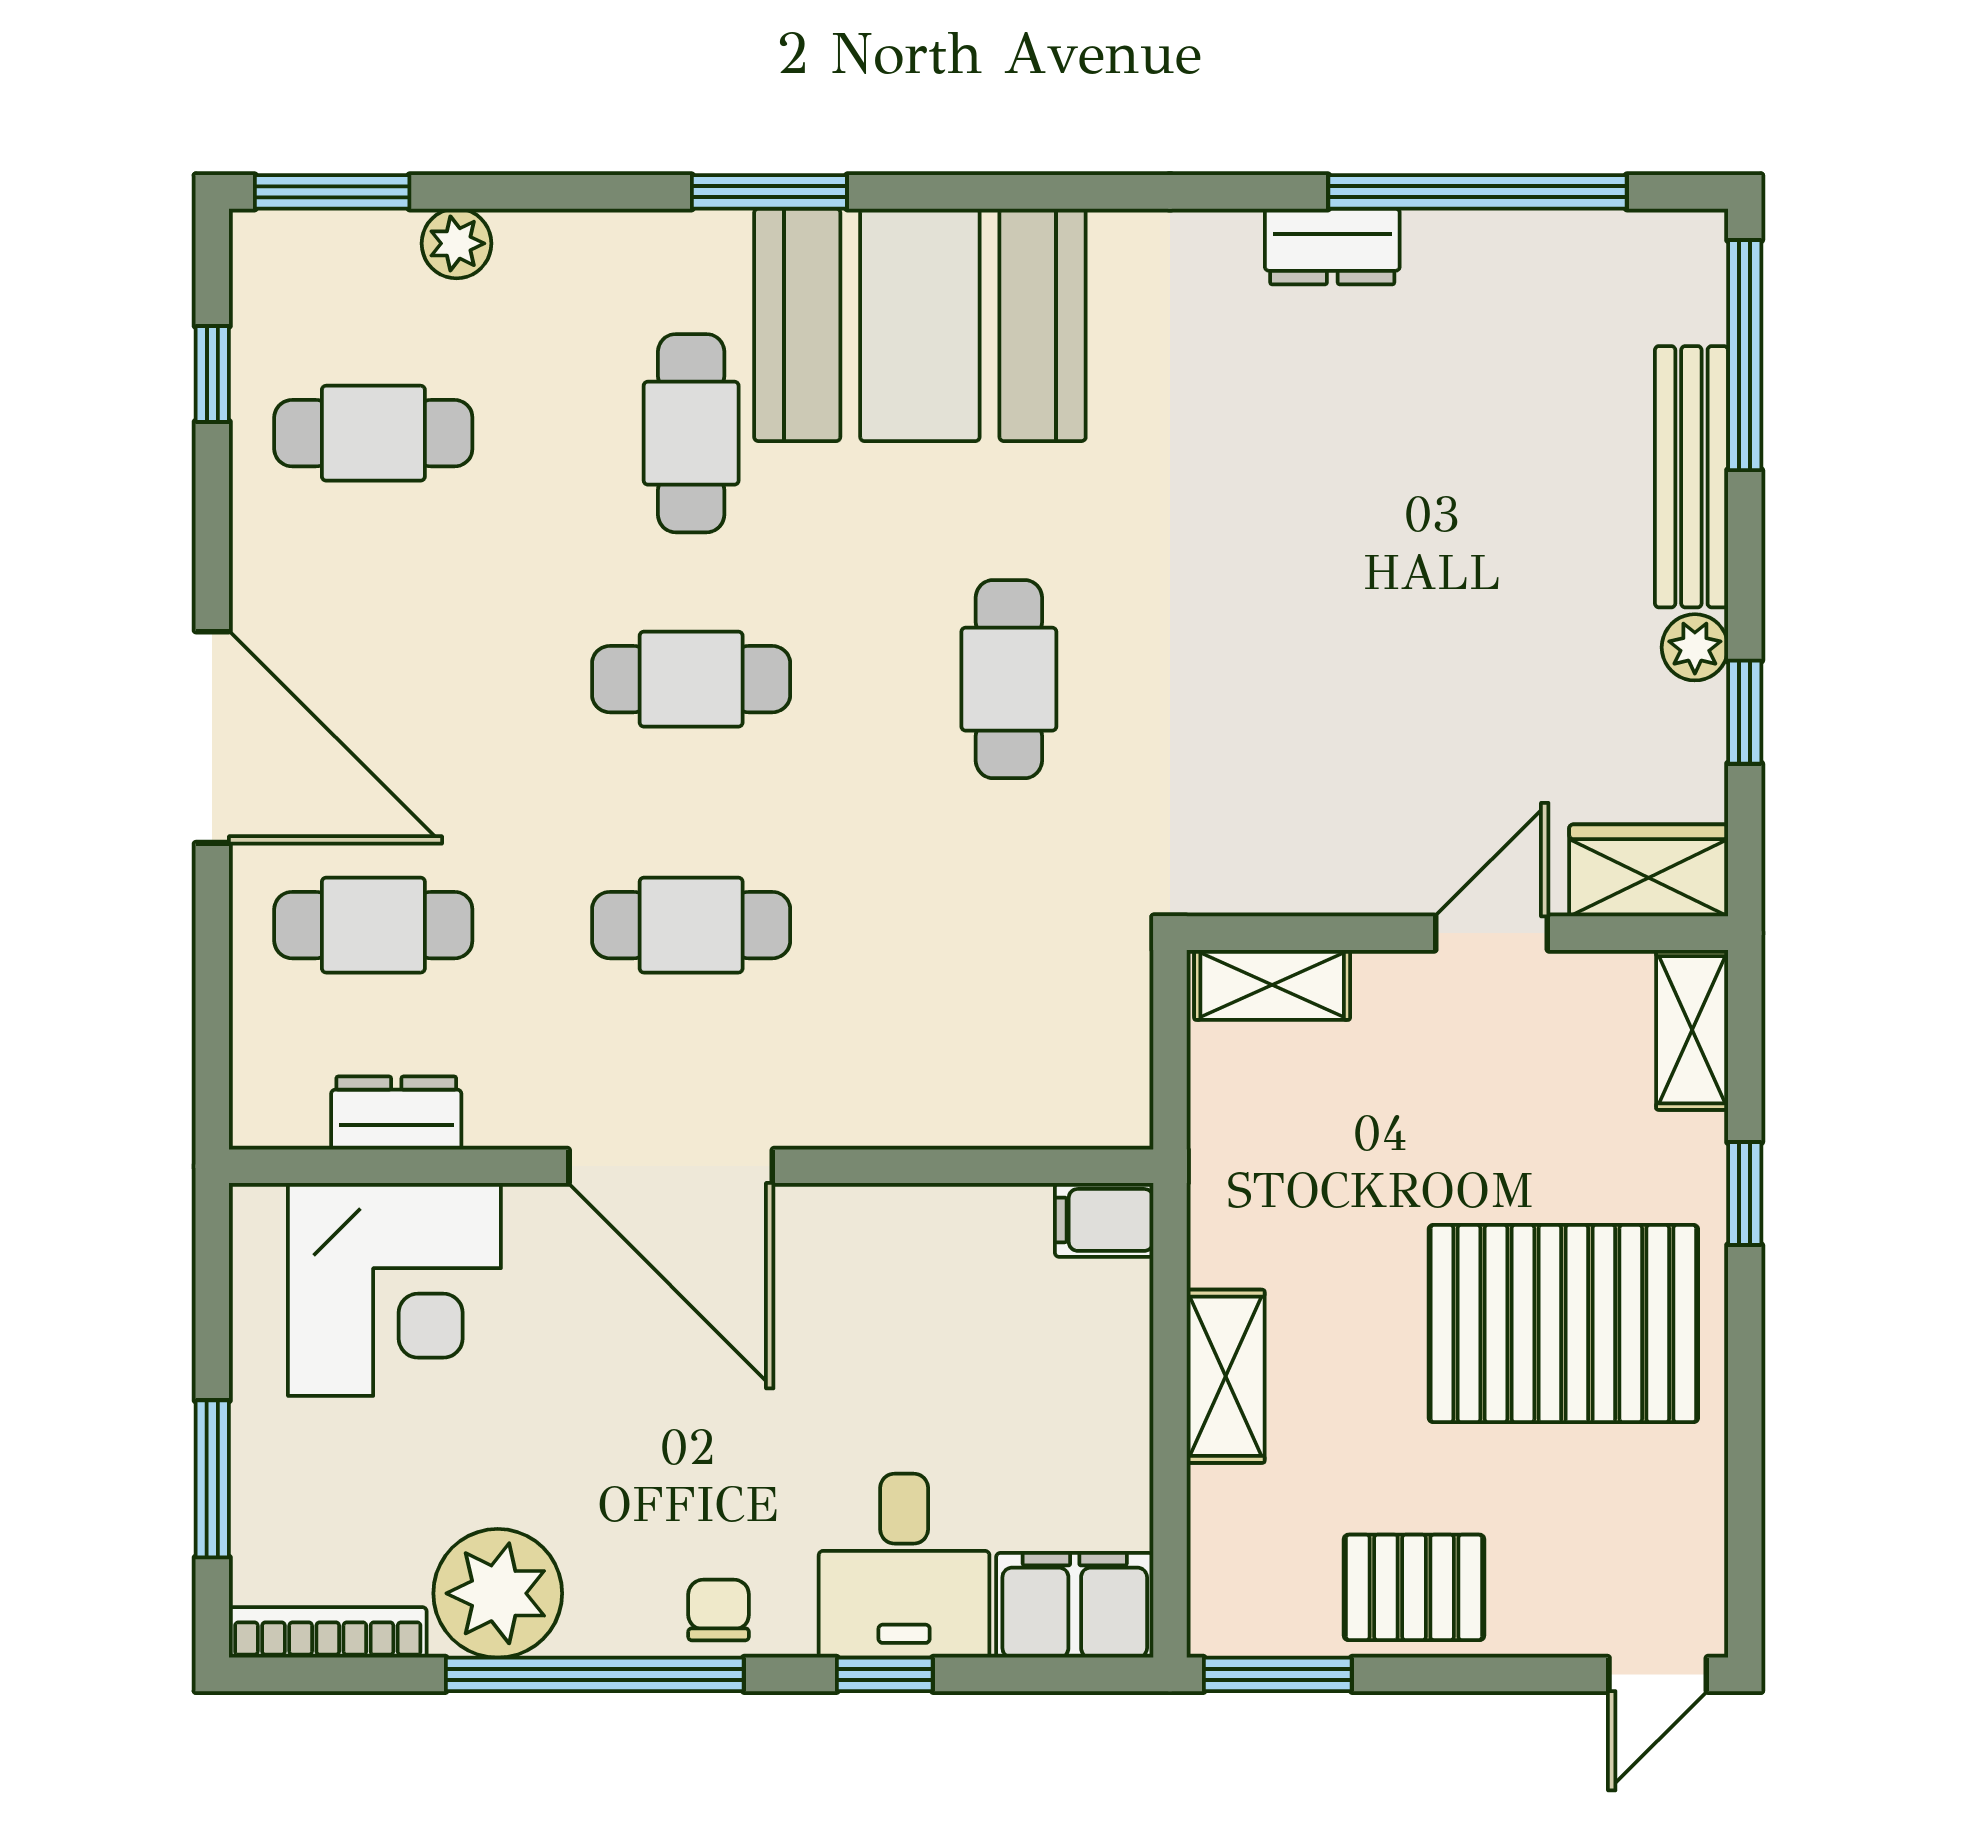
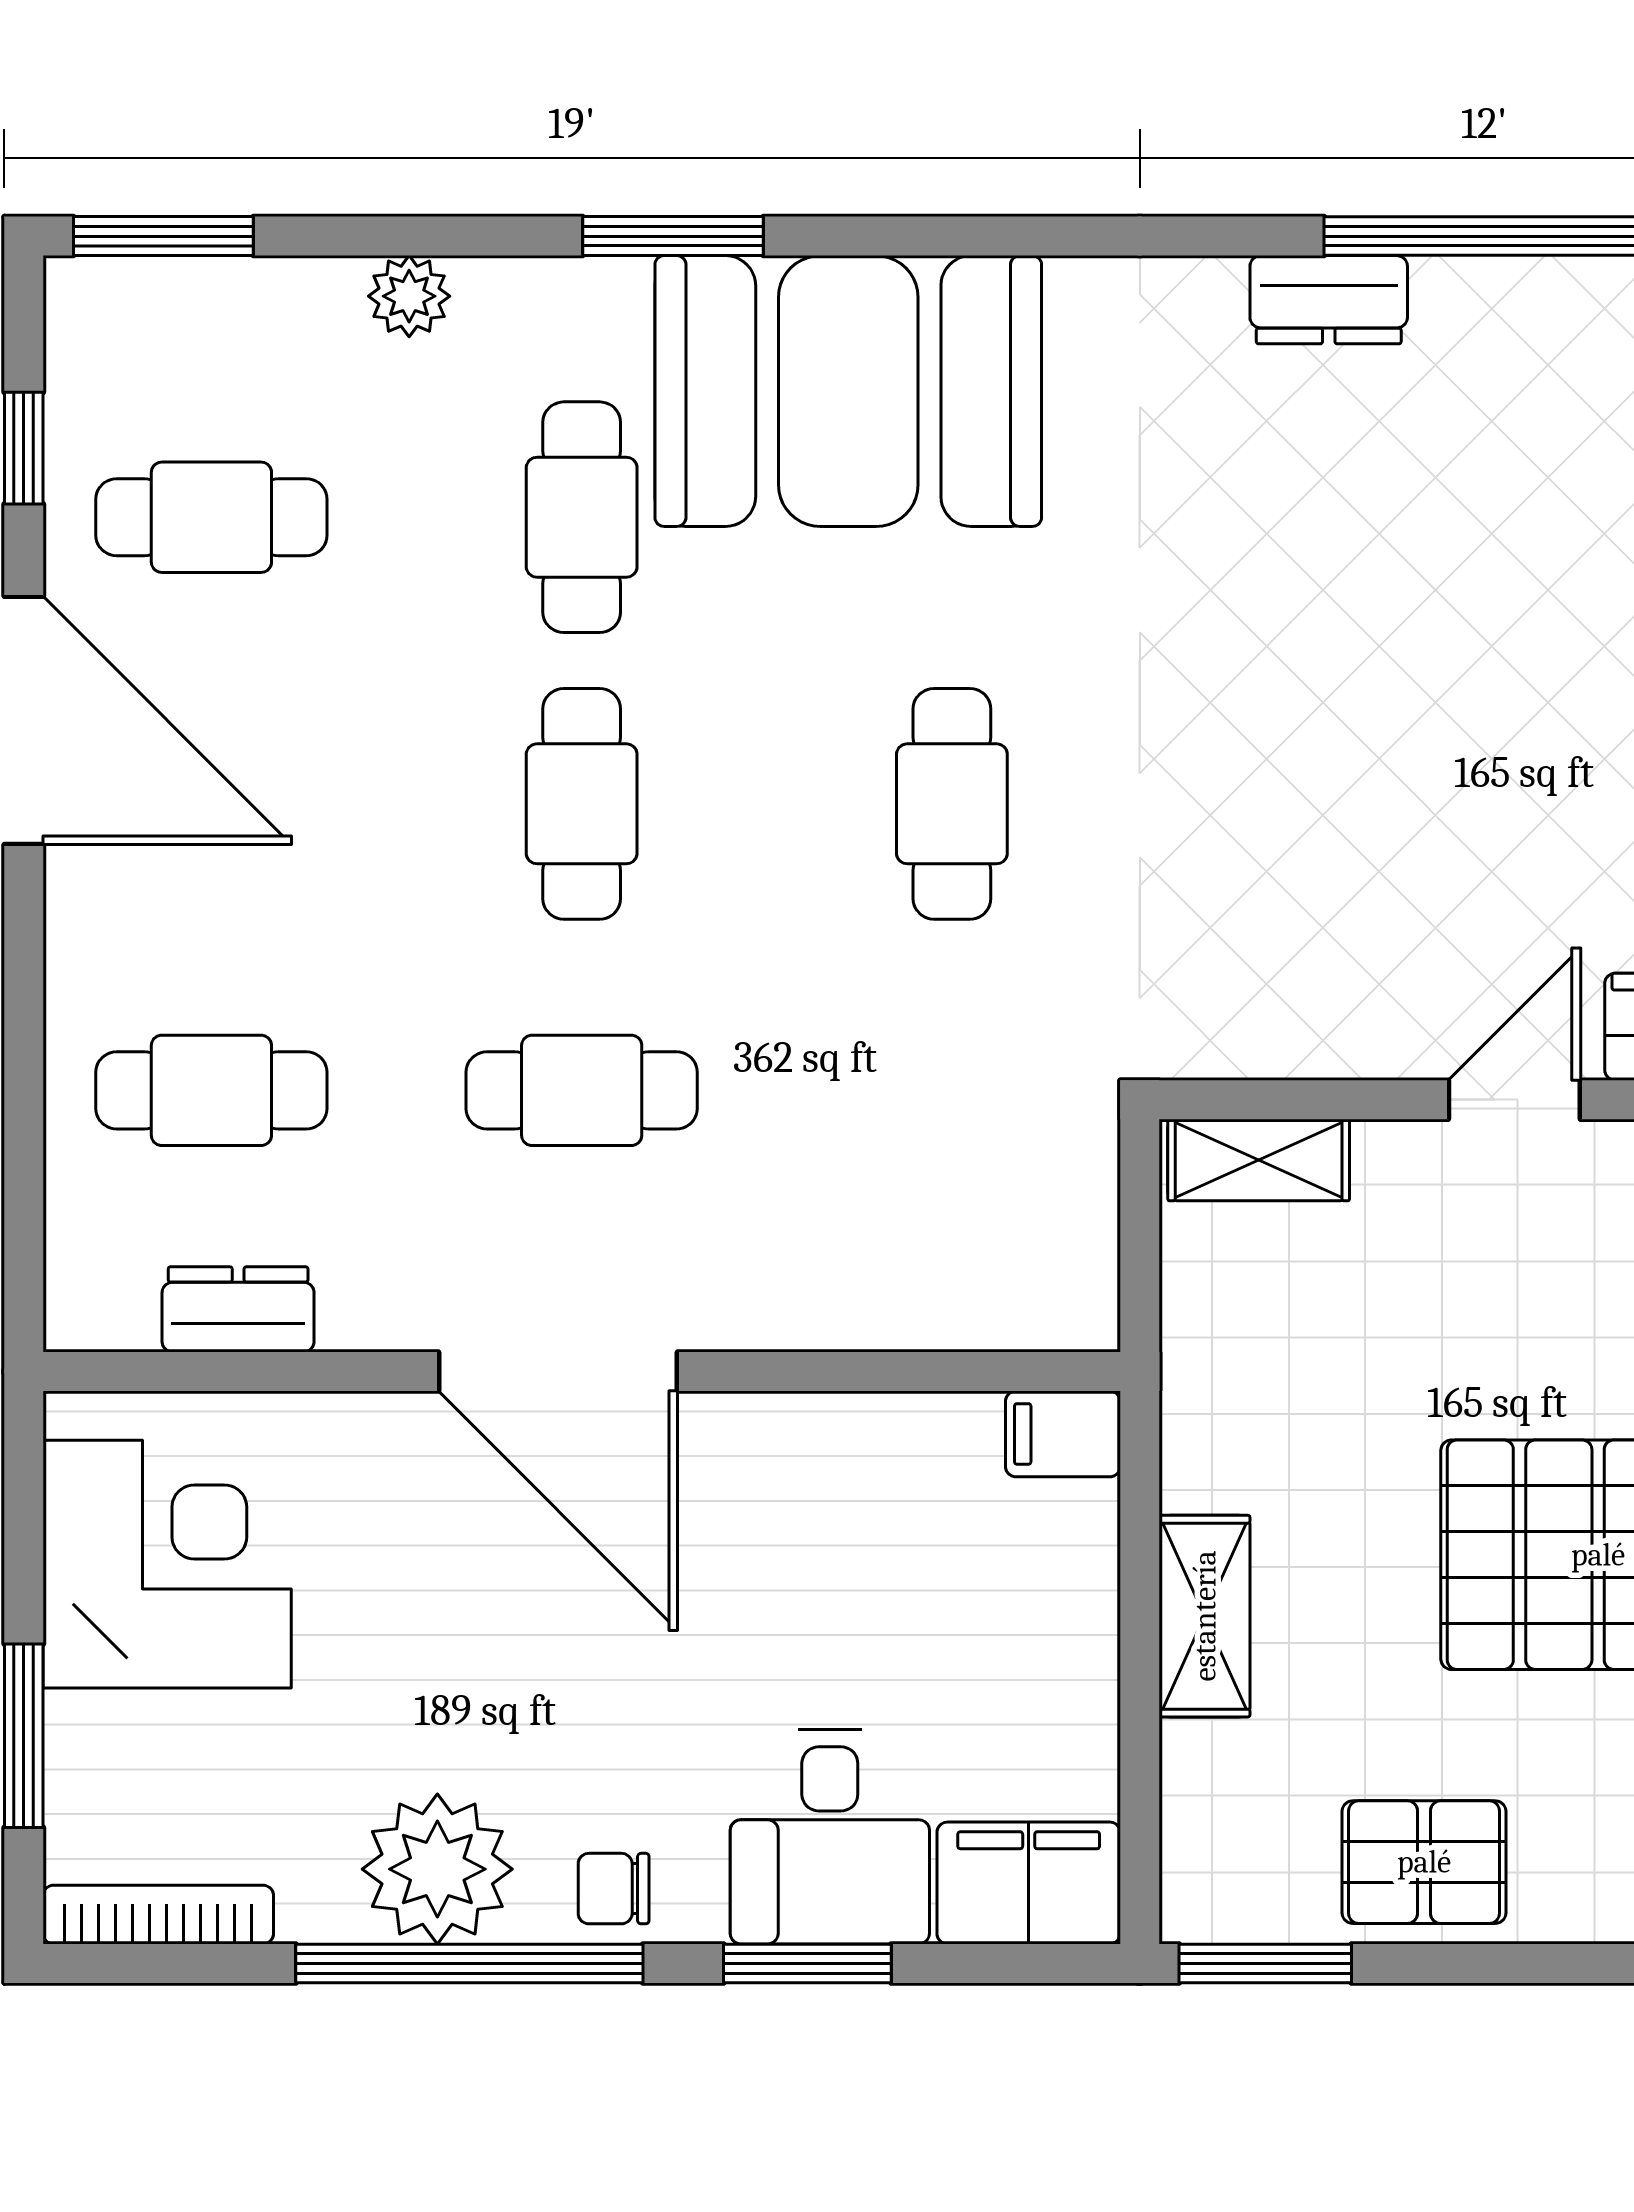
plant: (456, 243) -> (409, 296), moved
cafe table: (691, 679) -> (582, 804), turned 90
door: (212, 737) -> (24, 720), moved
corner desk: (394, 1289) -> (167, 1564), moved, turned -90
plant: (498, 1593) -> (437, 1869), moved
chair: (719, 1610) -> (614, 1889), turned -90
window: (885, 1674) -> (807, 1963), width x1.50

